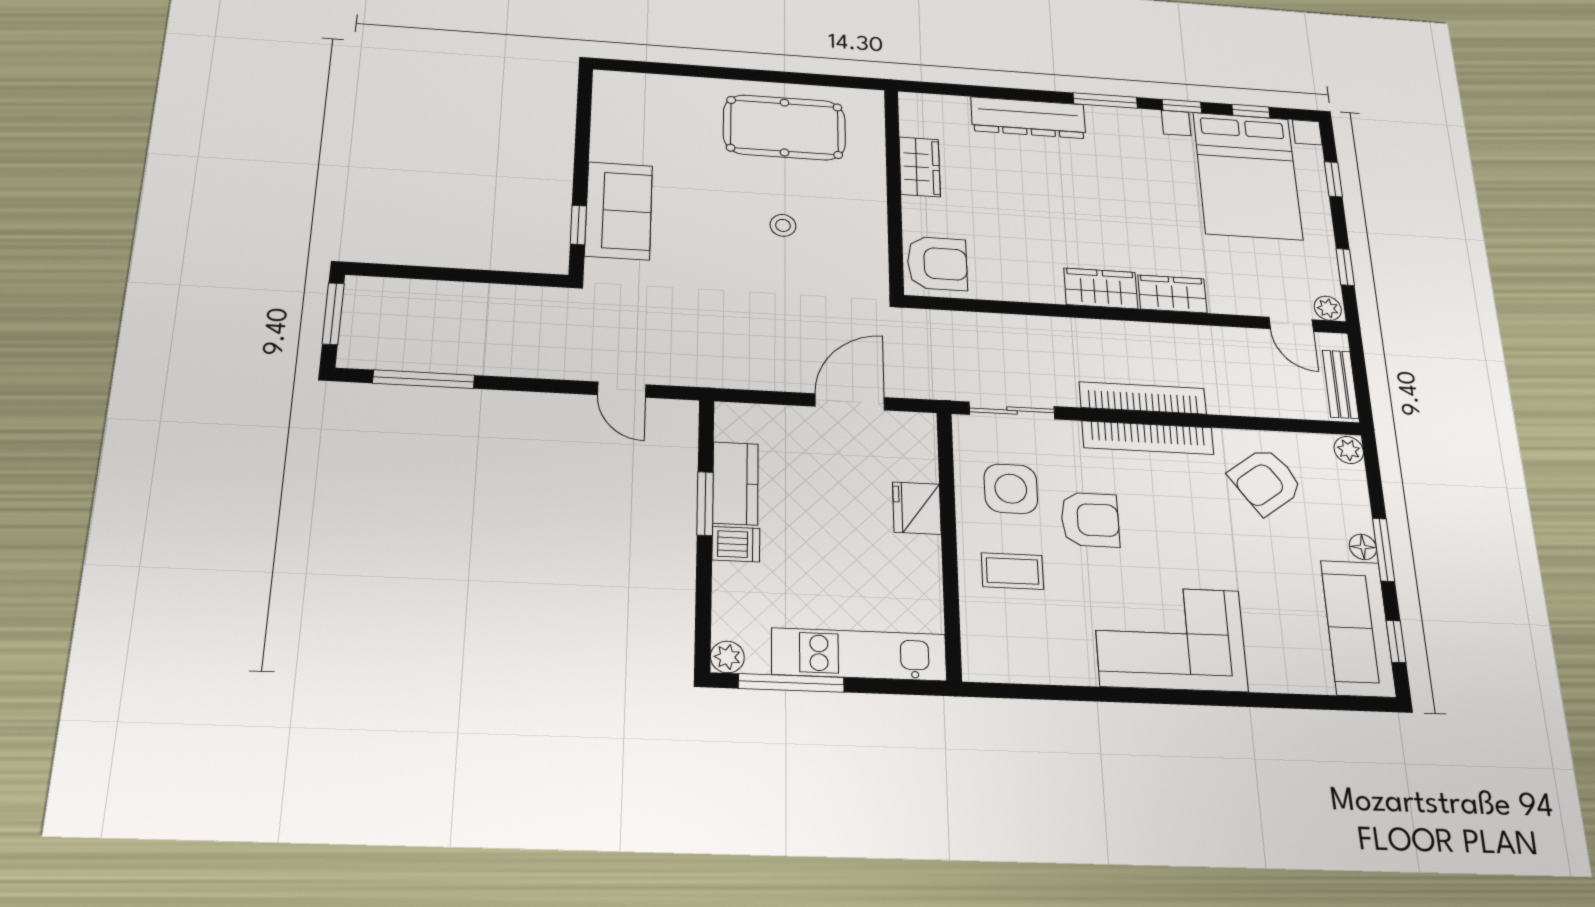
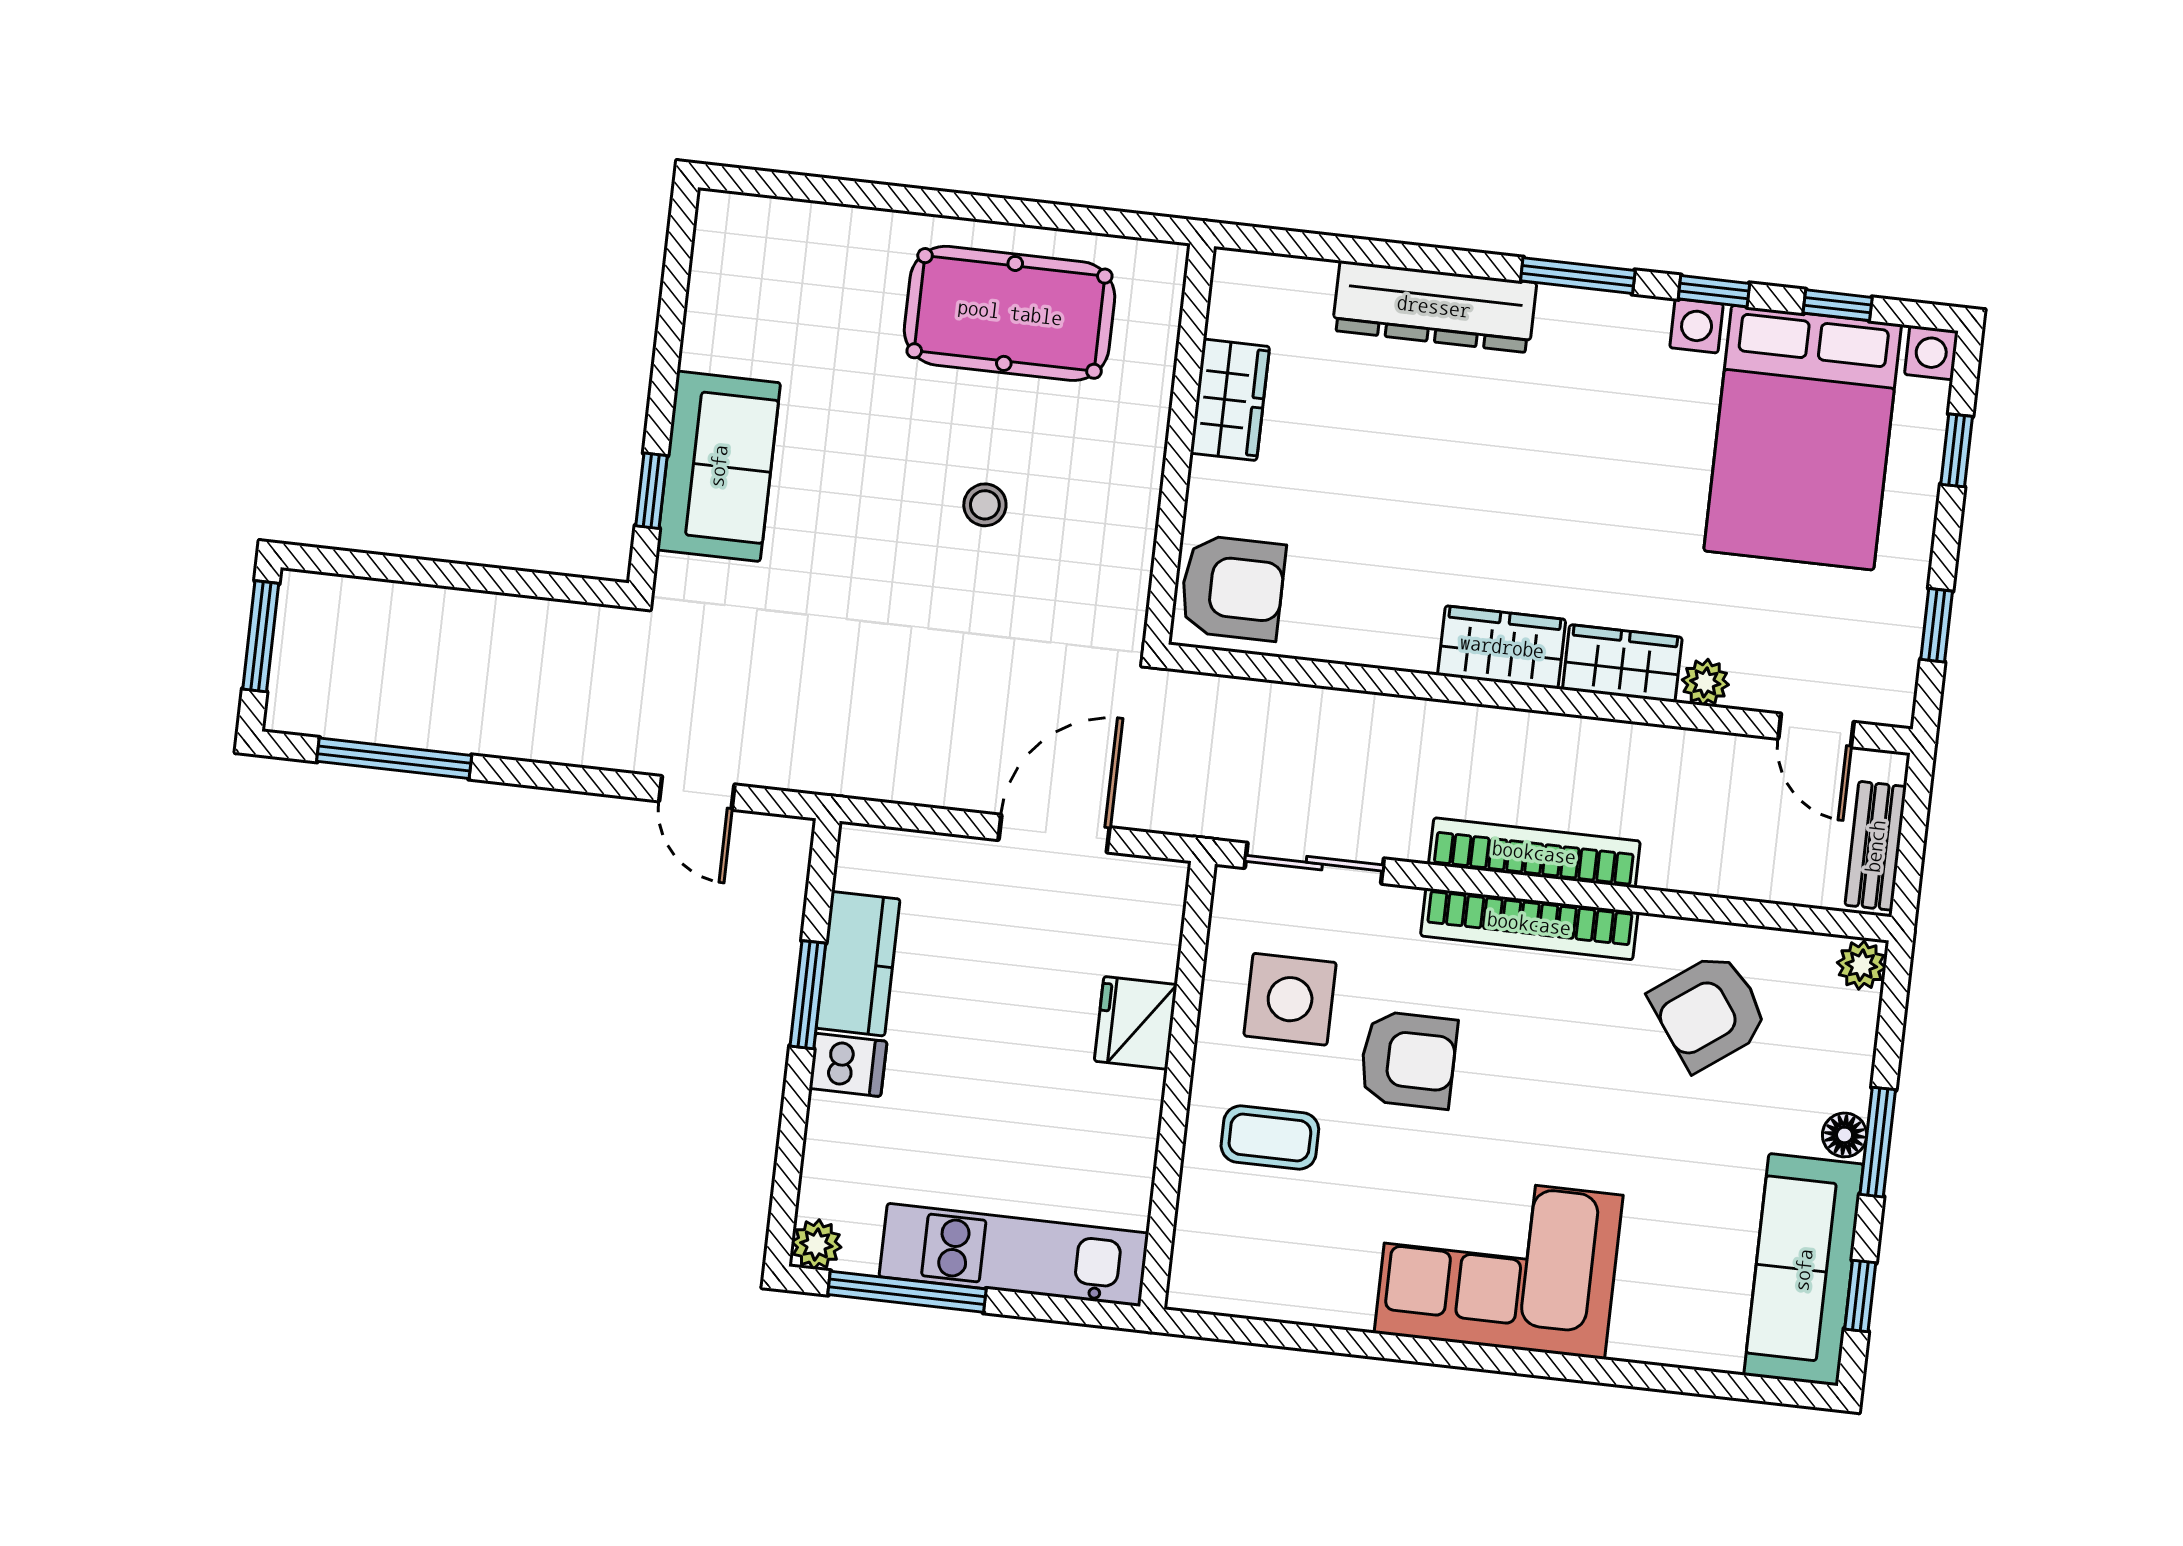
plant: (1328, 308) -> (1705, 682), moved

